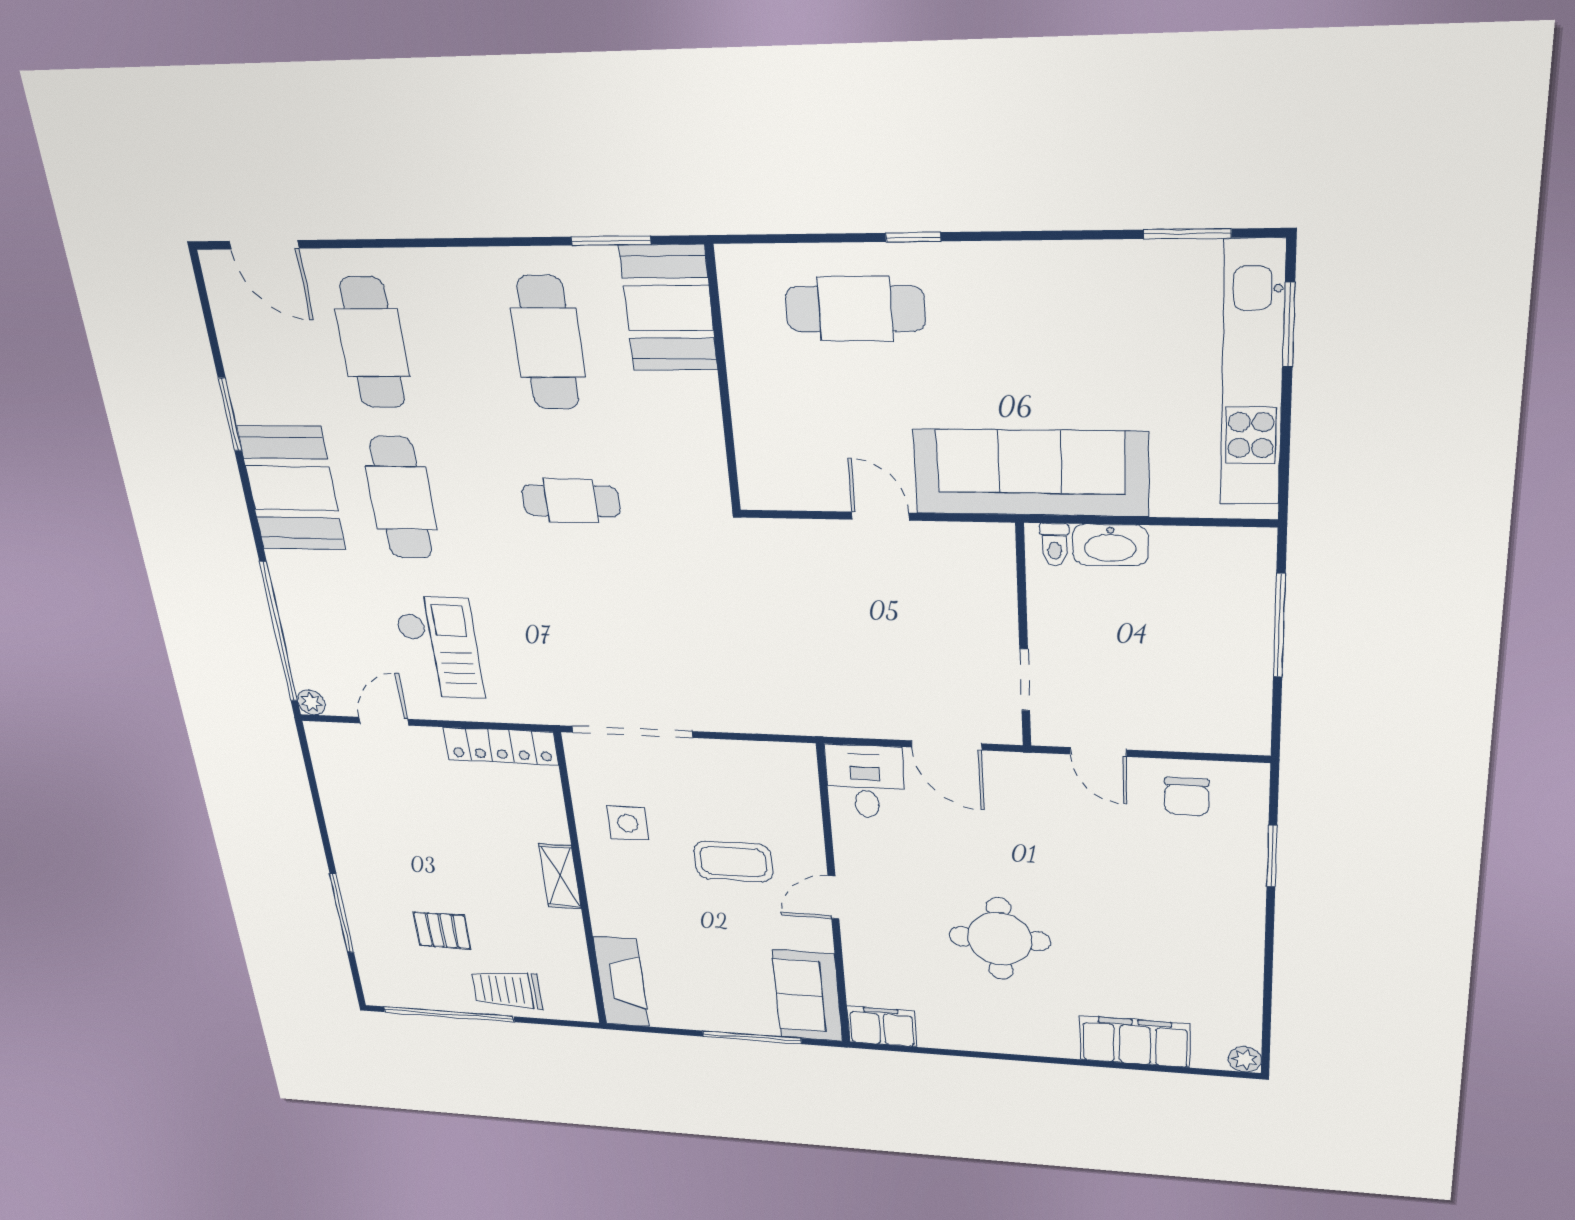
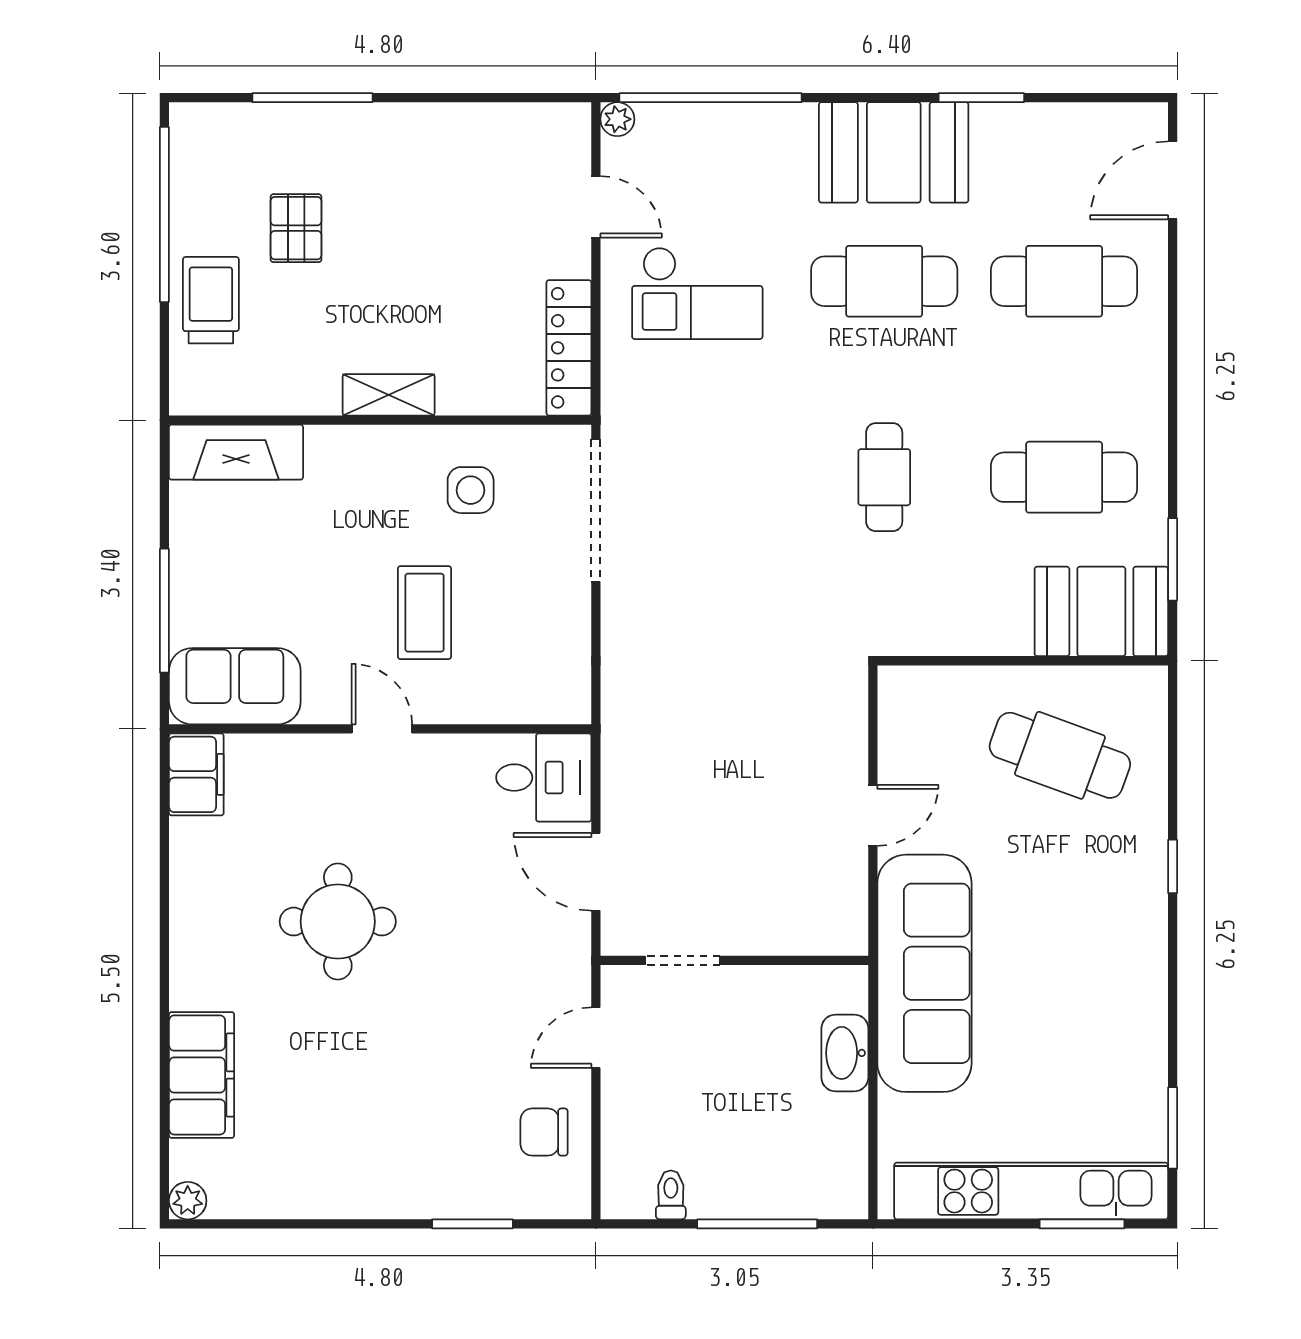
cafe table: (855, 309) -> (1060, 755), moved, turned -70
toilet: (1055, 545) -> (671, 1195), moved, turned 90
door: (946, 745) -> (596, 872), hinge flipped

